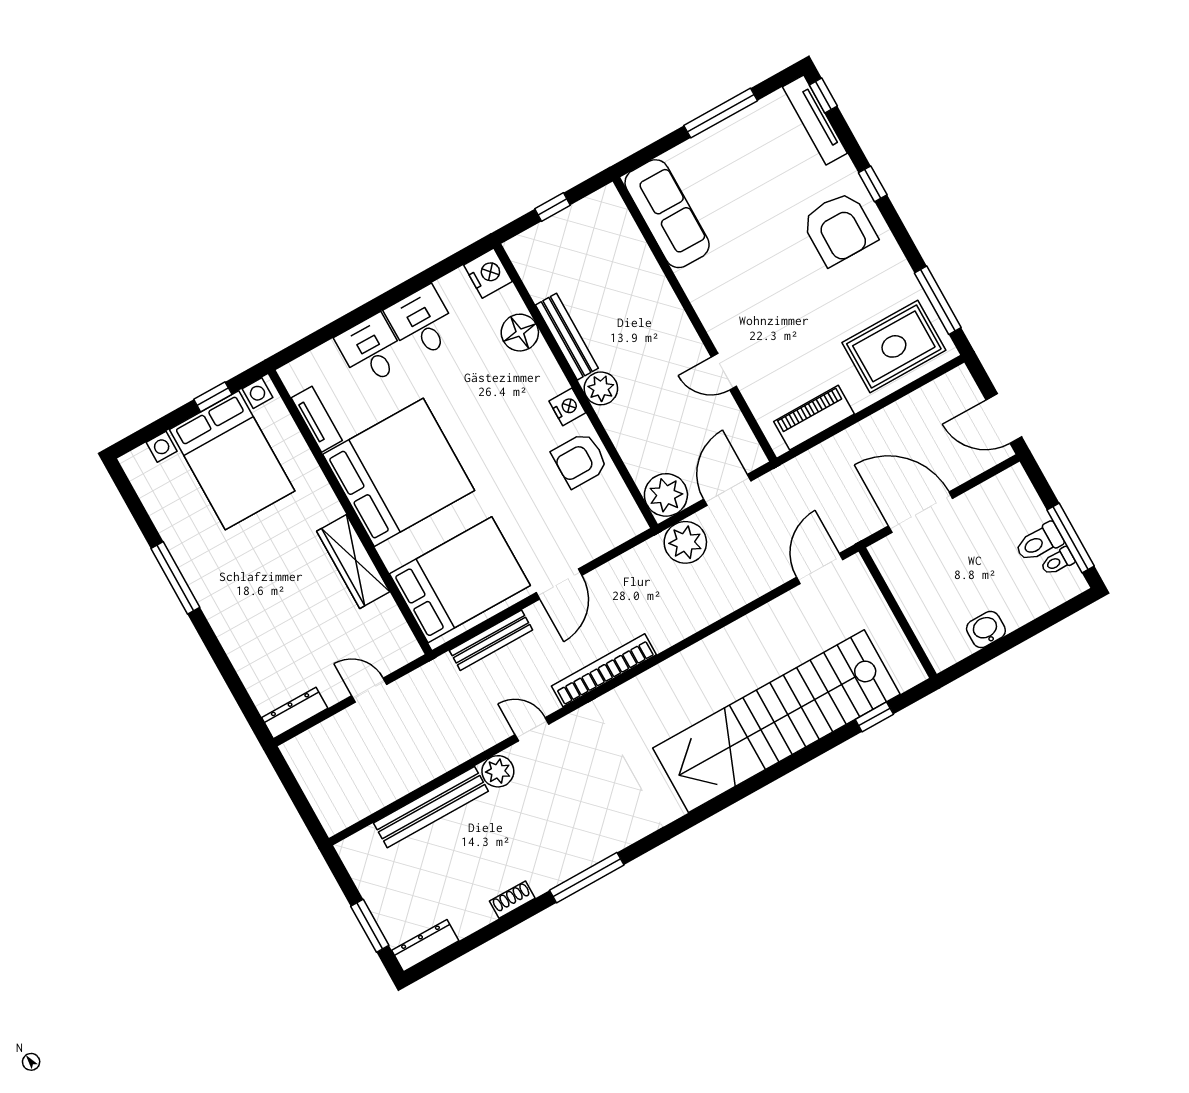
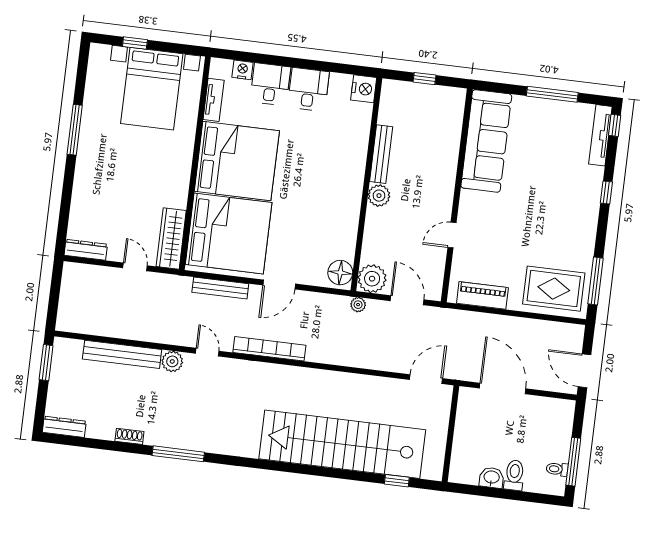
sofa: (667, 214) -> (486, 141), width x1.36, depth x1.27
armchair: (839, 228) -> (571, 203), removed
floor lamp: (520, 333) -> (340, 273), moved
door: (724, 372) -> (452, 235), hinge flipped
window: (213, 397) -> (135, 43), moved
nightstand: (567, 407) -> (242, 70), moved, turned -90
armchair: (580, 460) -> (339, 226), removed
door: (727, 490) -> (407, 300), hinge flipped
plant: (685, 542) -> (358, 305), width x0.53, depth x0.53
toilet: (1039, 542) -> (514, 475), moved, turned 90
wardrobe: (353, 561) -> (171, 238), moved
bed: (460, 580) -> (229, 234), width x1.36
window: (370, 926) -> (46, 363), moved

